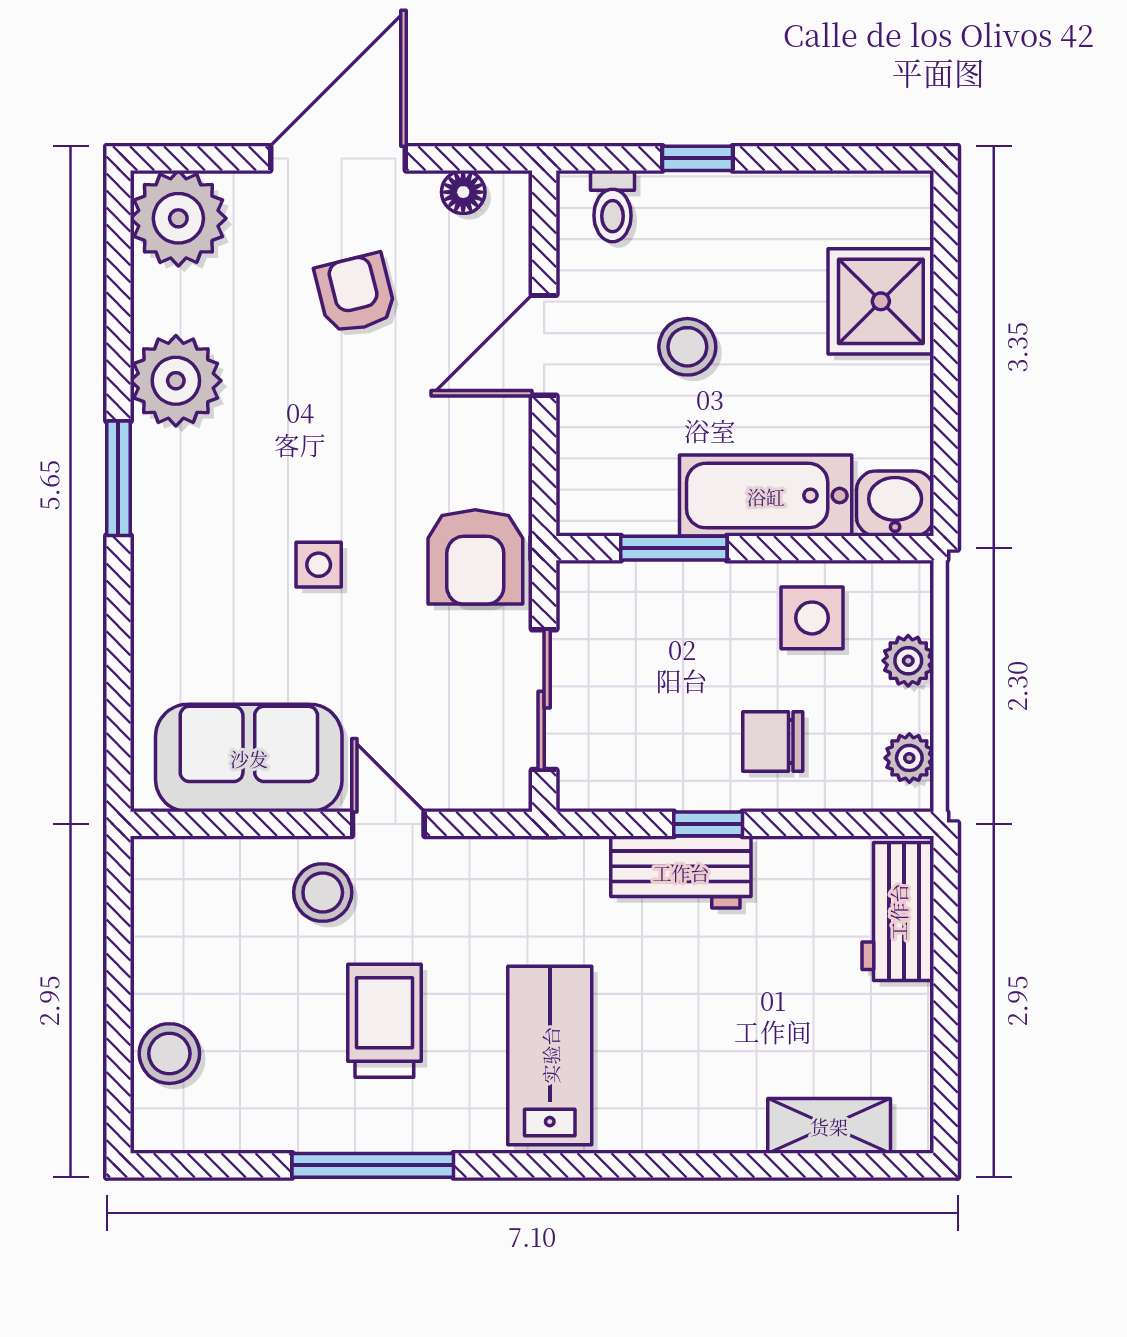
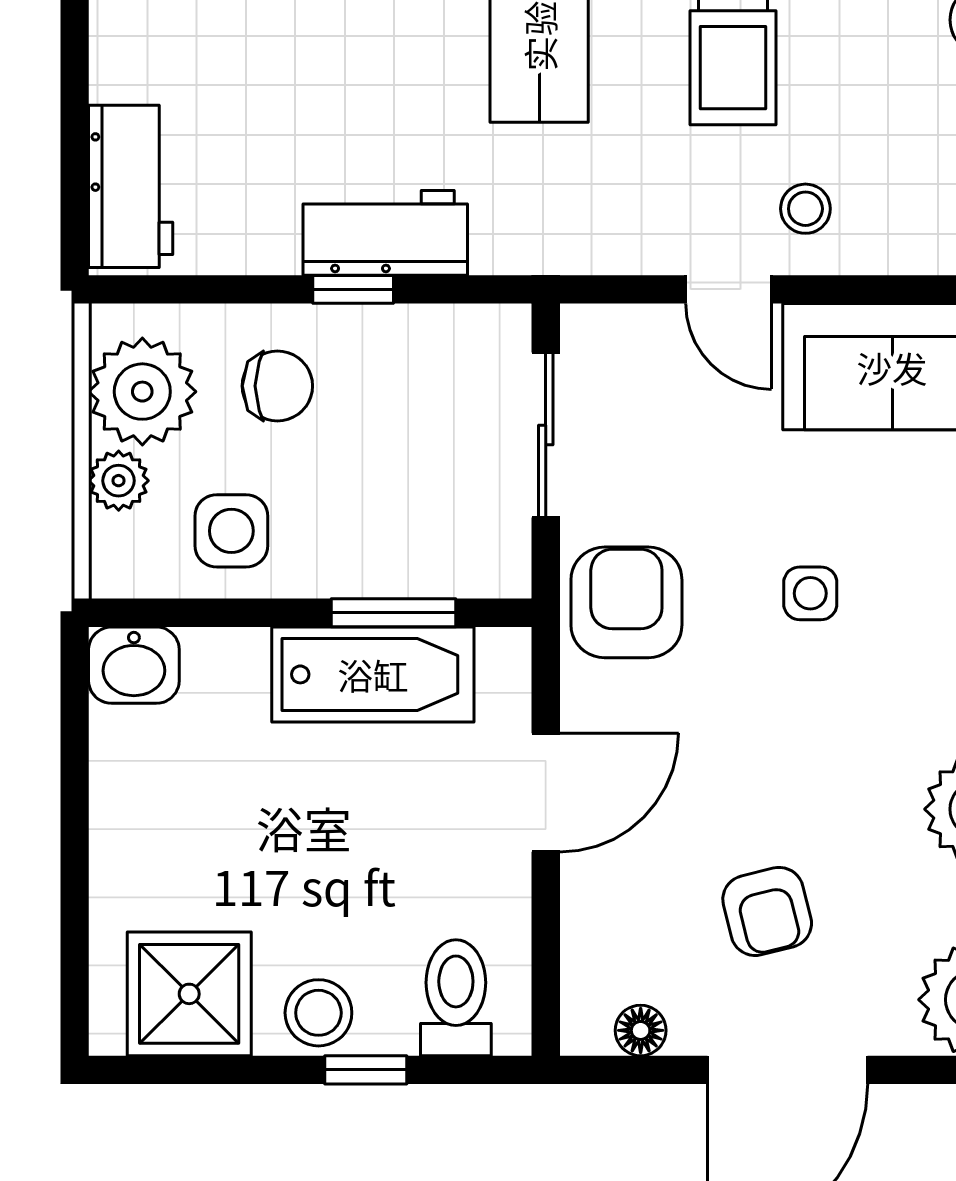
toilet: (613, 206) -> (456, 998), width x1.37, depth x1.39
shower: (881, 301) -> (189, 994), moved
door: (544, 345) -> (546, 793), moved
stool: (687, 347) -> (318, 1013), moved
bathtub: (766, 496) -> (373, 674), moved
plant: (909, 758) -> (142, 392), width x1.88, depth x1.88
stool: (323, 892) -> (805, 209), width x0.73, depth x0.73

